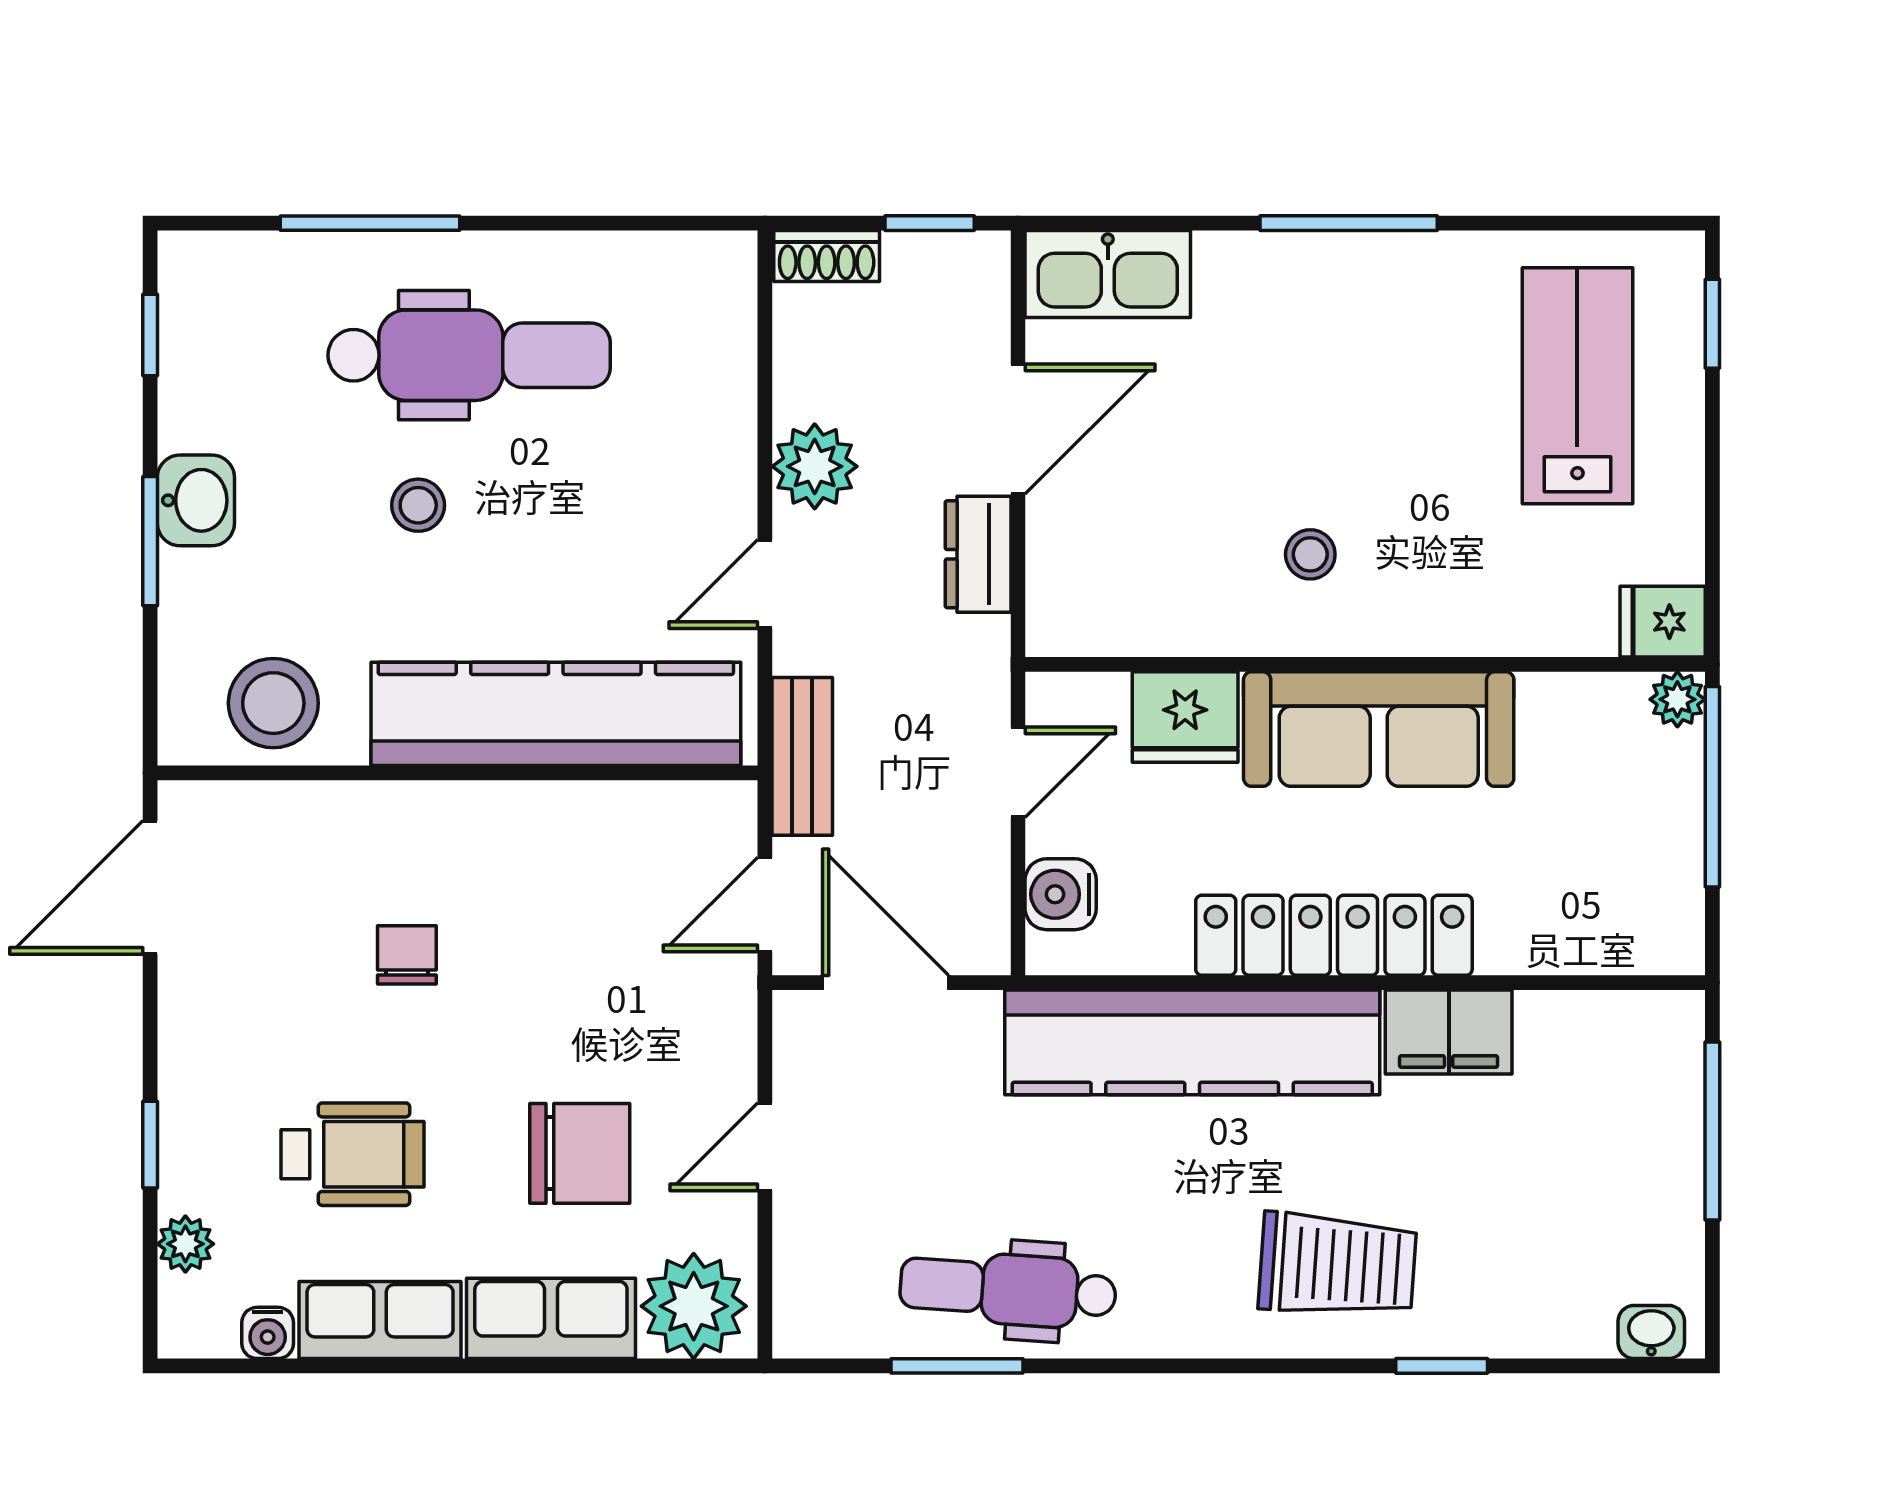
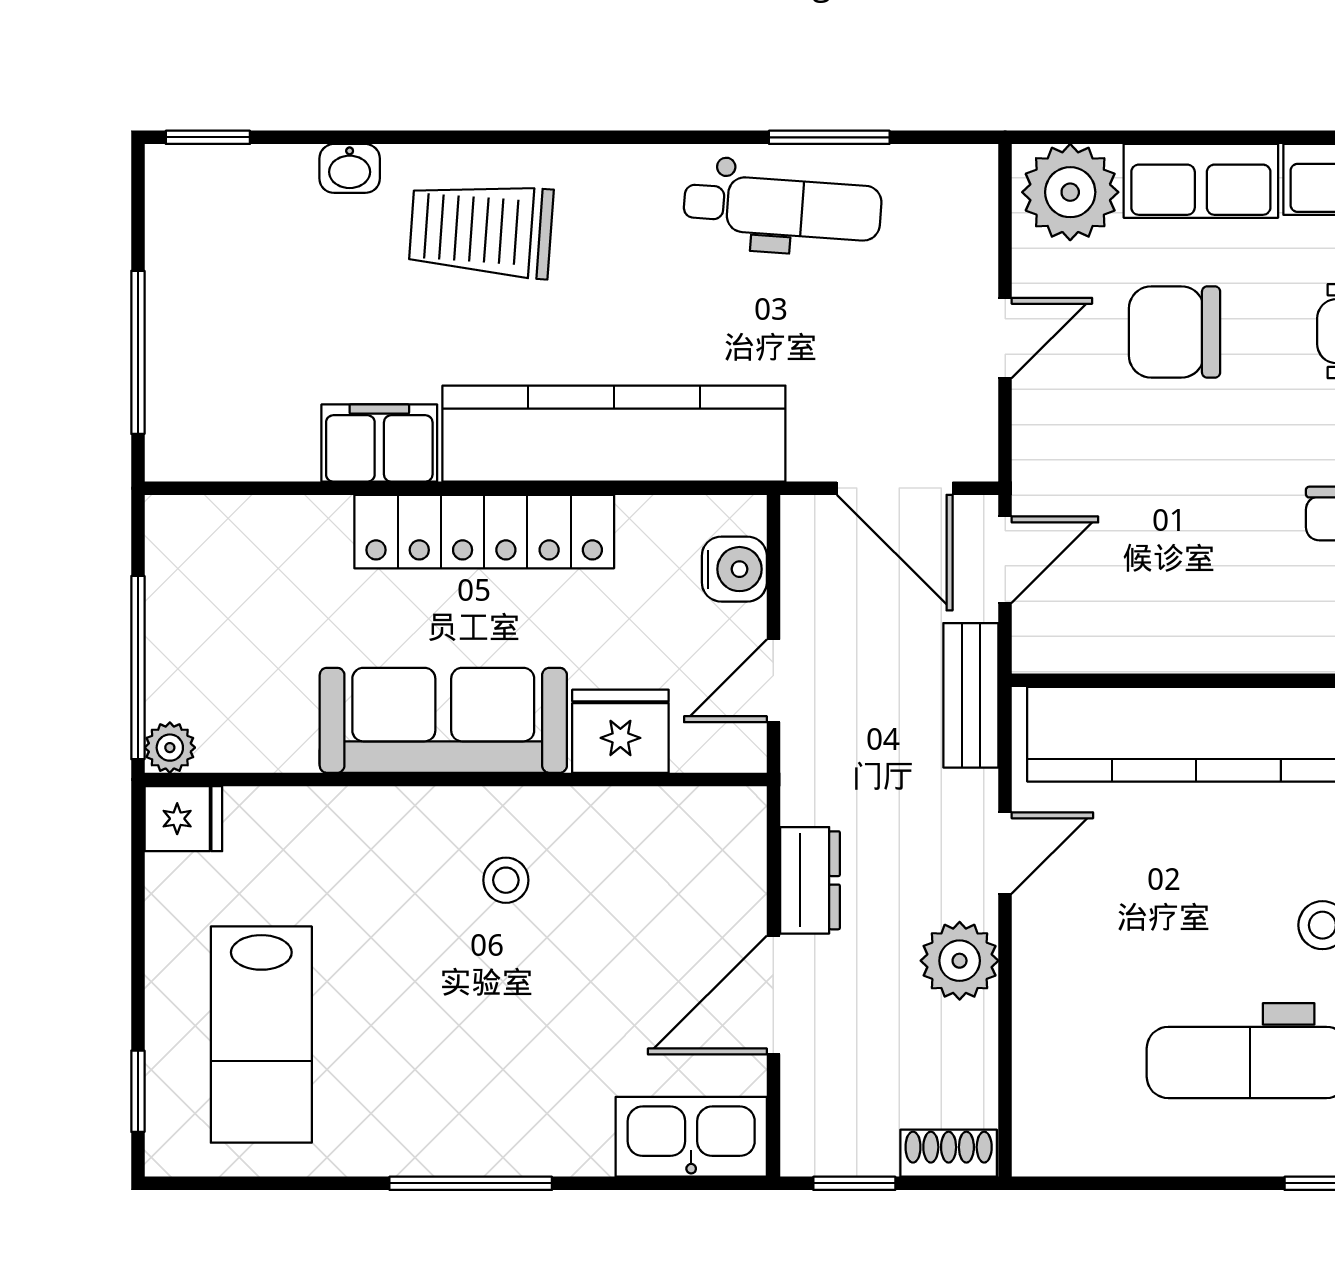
washbasin: (1651, 1332) -> (350, 168), moved
window: (1442, 1366) -> (208, 137), moved

